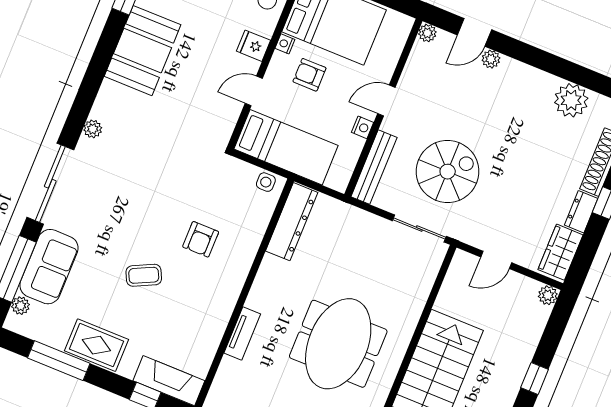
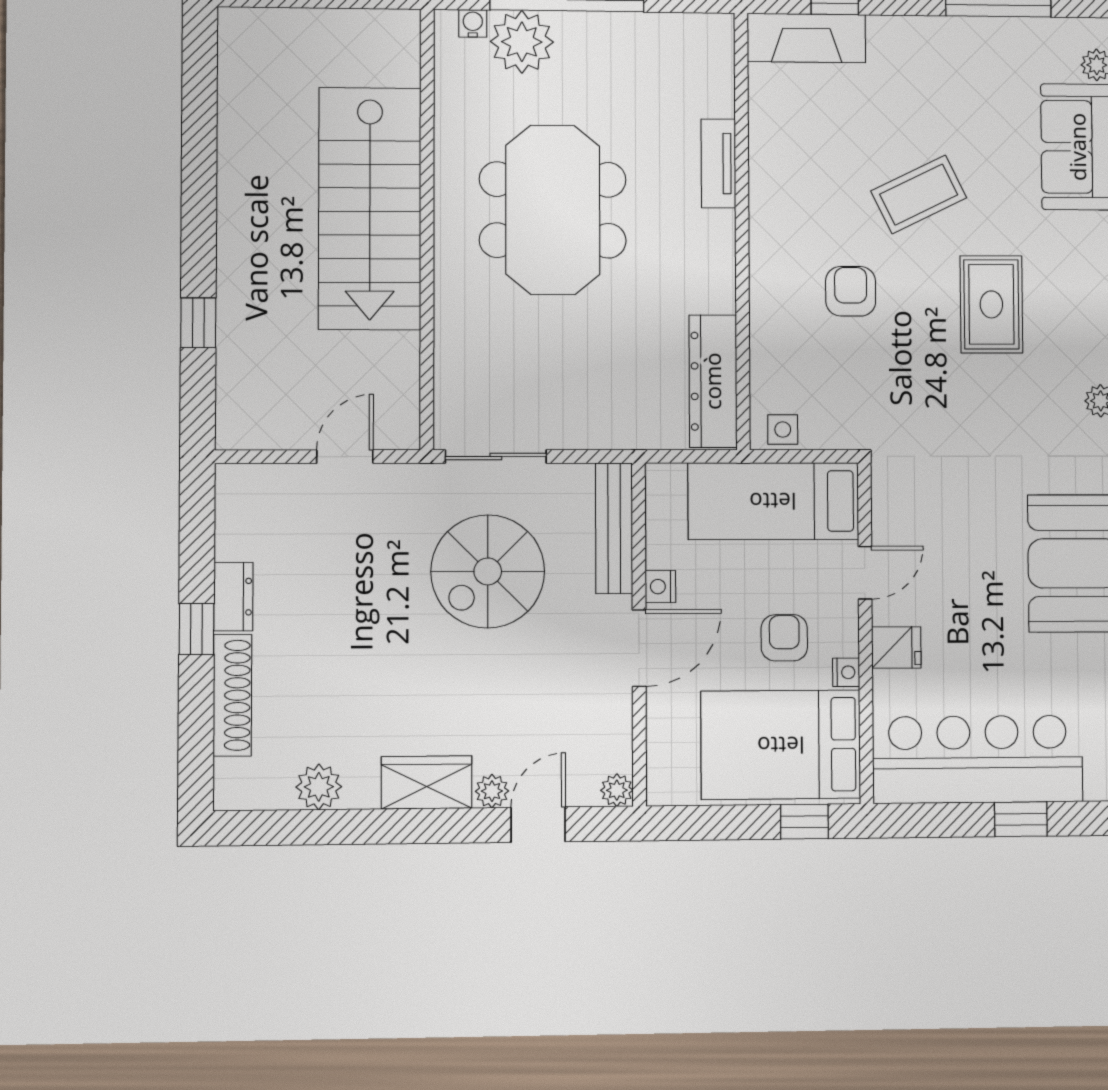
armchair: (309, 75) -> (784, 638), turned -90
door: (386, 100) -> (639, 648), width x1.38
plant: (571, 100) -> (319, 787), width x0.73, depth x0.73
wardrobe: (560, 252) -> (427, 782), moved, turned -90
coffee table: (144, 275) -> (919, 194), width x1.36, depth x1.30
plant: (548, 295) -> (233, 433), removed
rug: (96, 345) -> (991, 304), moved, turned 90
window: (535, 378) -> (198, 323), moved

